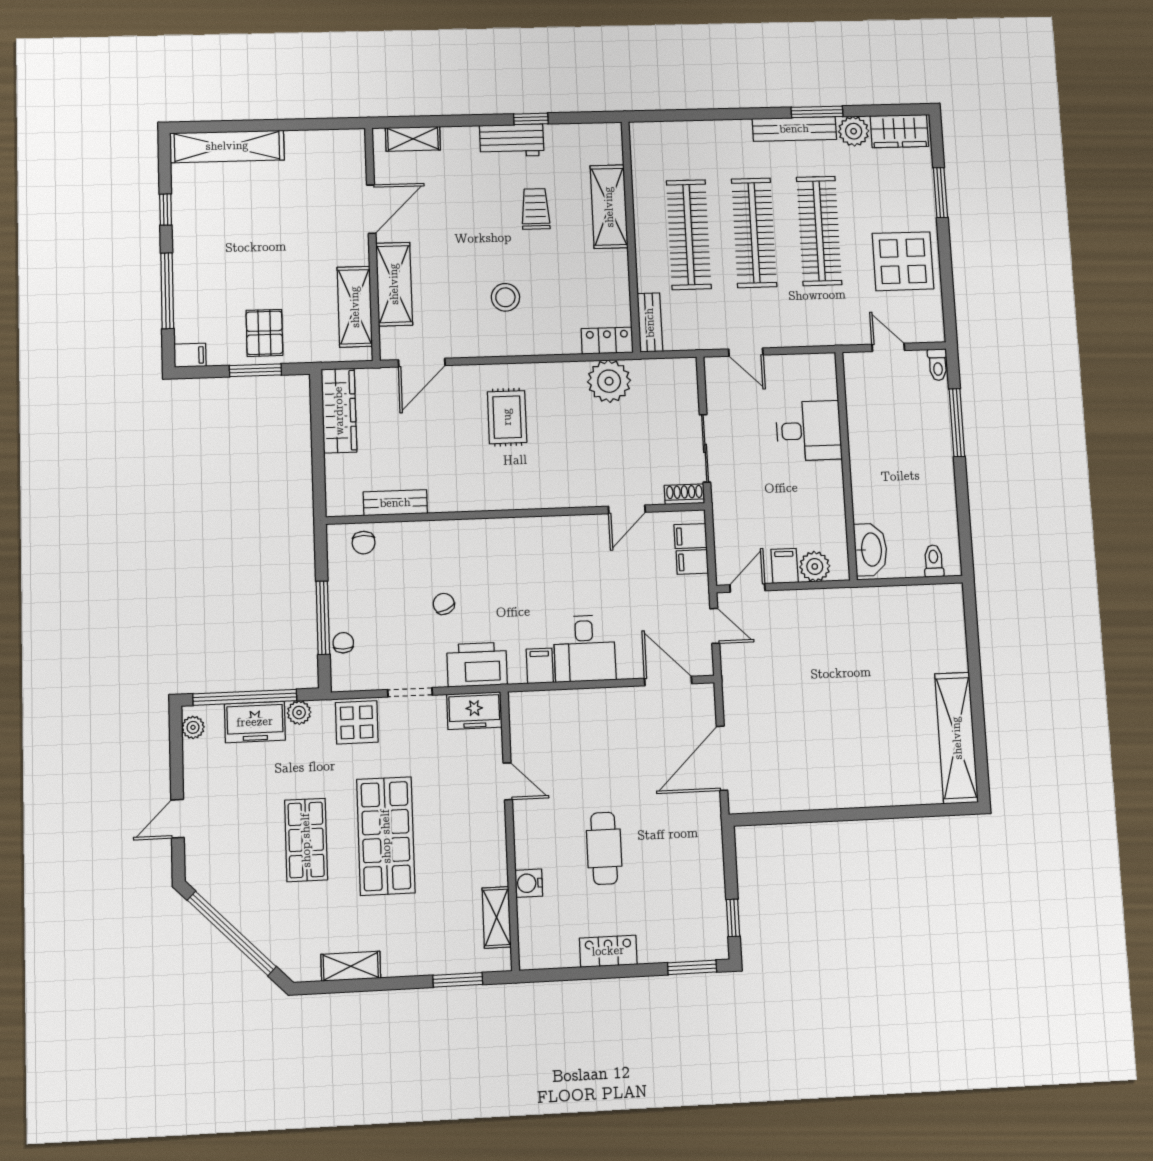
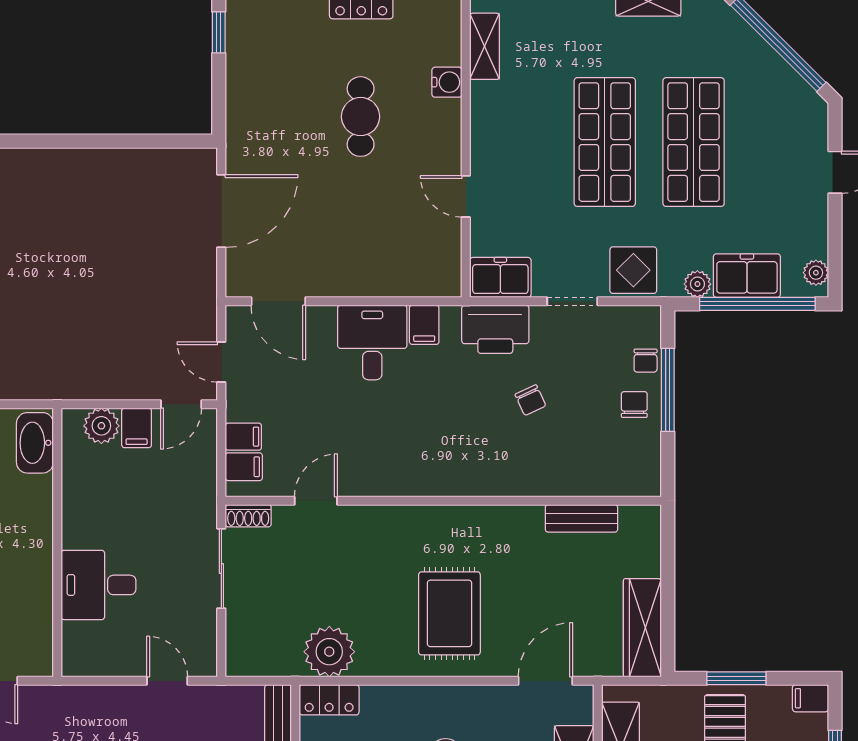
rug: (507, 417) -> (449, 613), width x1.36, depth x1.43
chair: (364, 543) -> (634, 405), moved
shop shelf: (306, 840) -> (694, 142), width x1.43, depth x1.36

